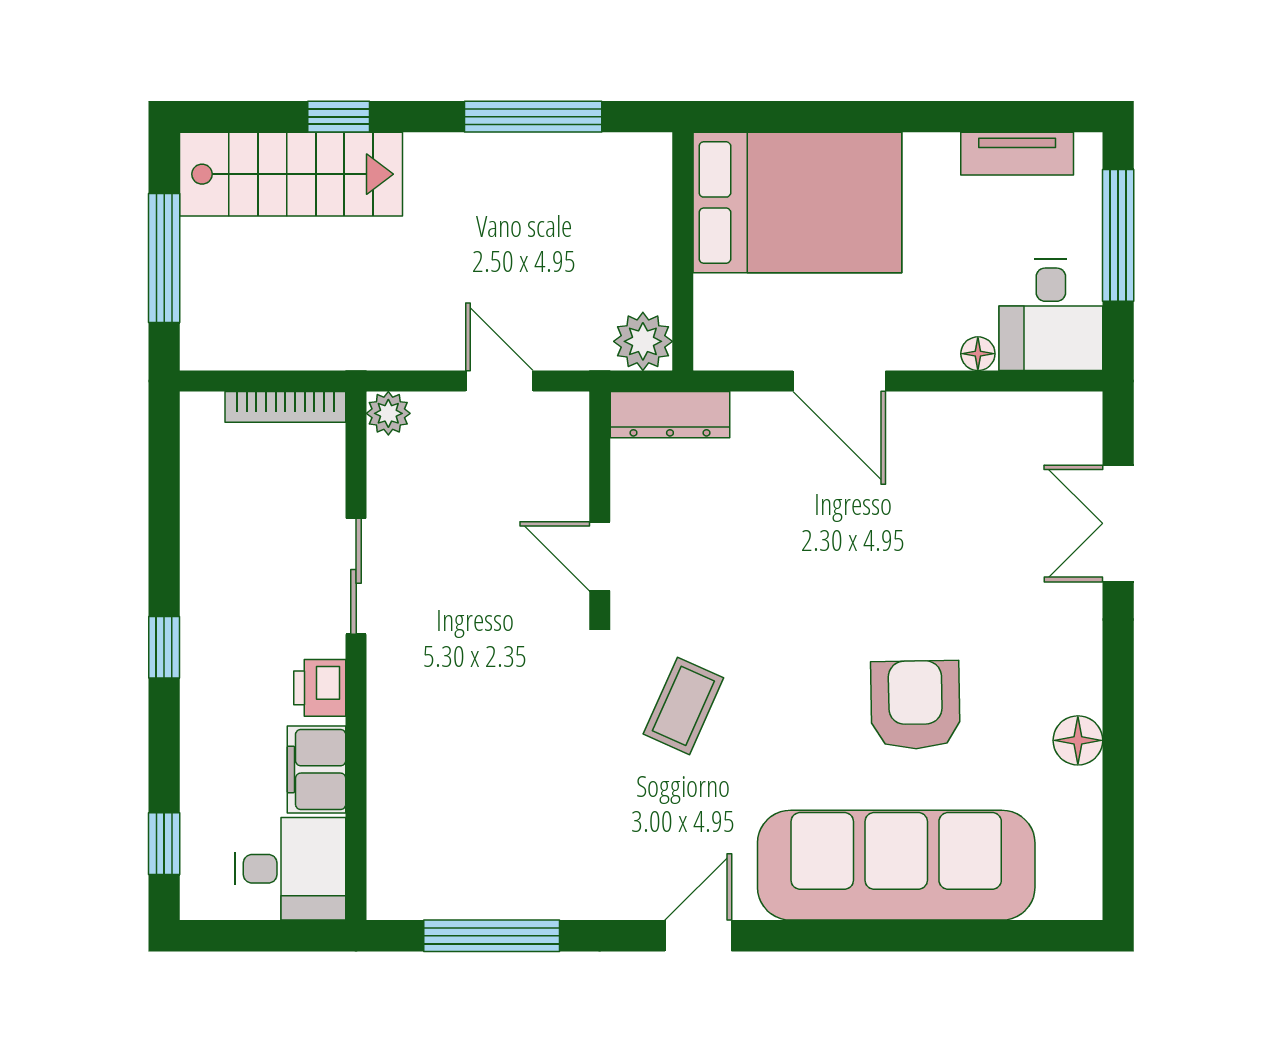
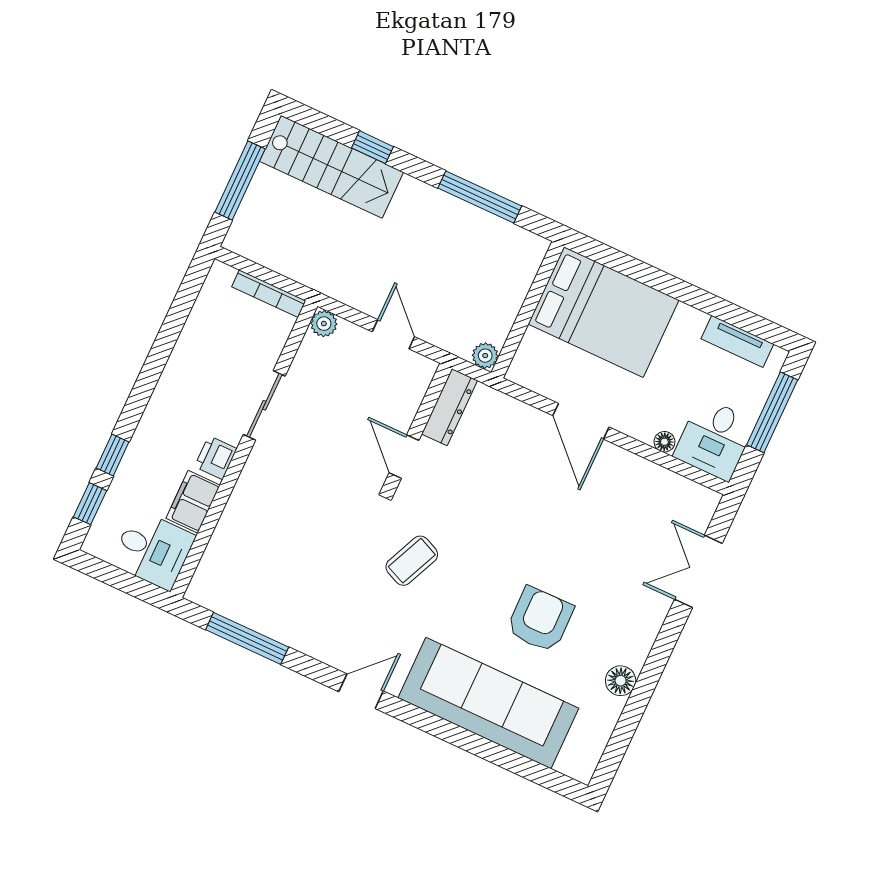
plant: (643, 341) -> (485, 356), width x0.73, depth x0.73
dresser: (670, 415) -> (449, 407), moved, turned -90
window: (164, 647) -> (113, 455), moved

